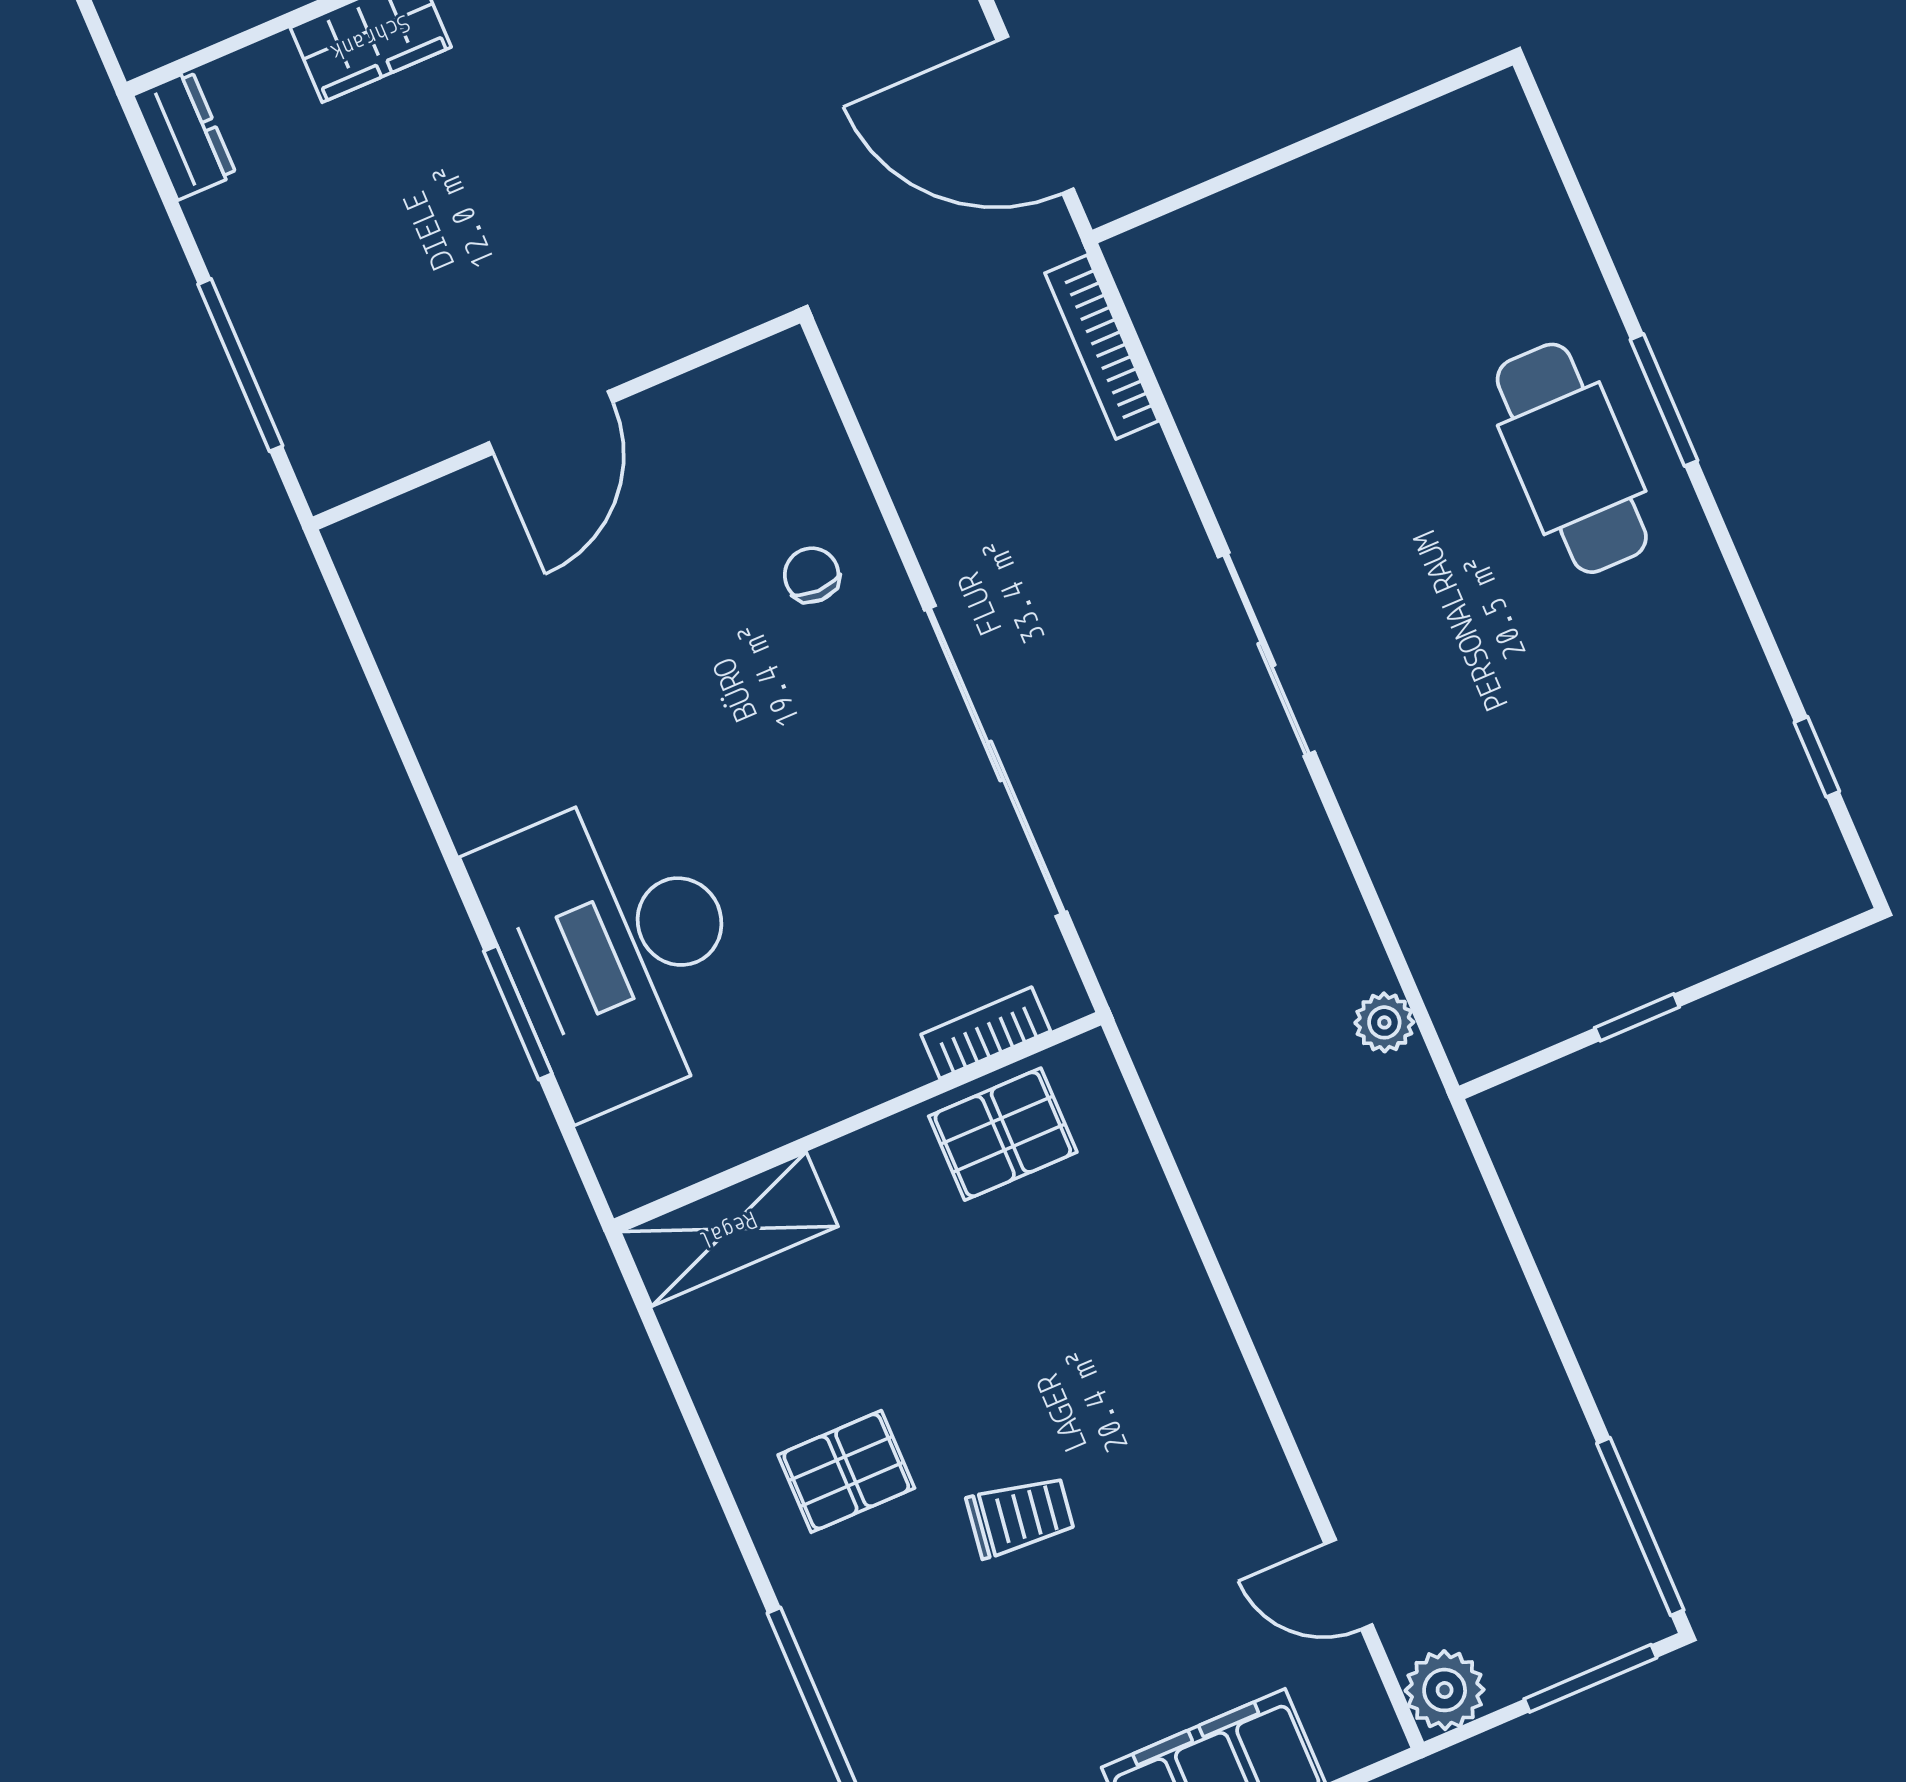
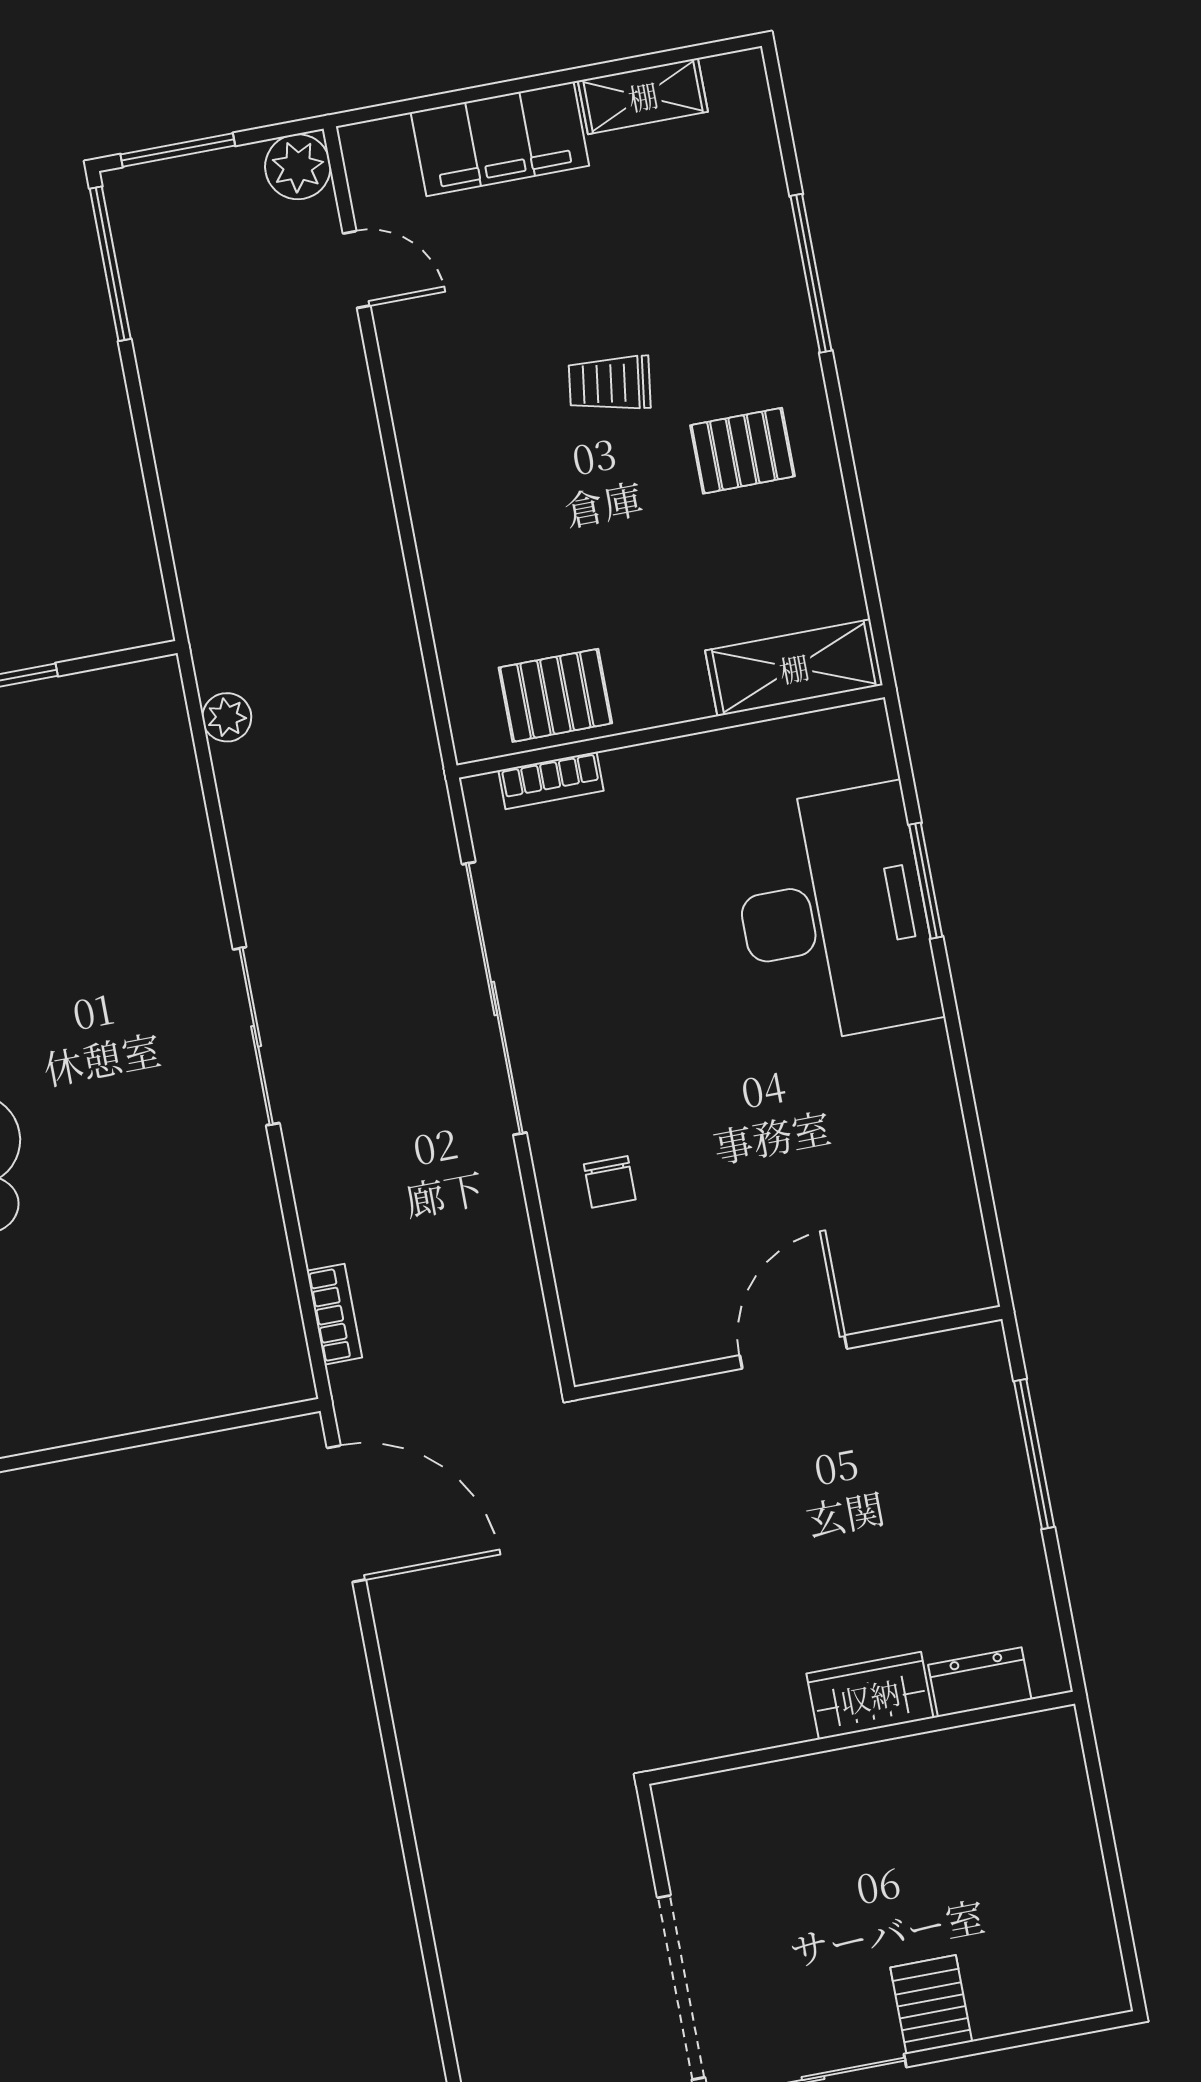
dresser: (185, 135) -> (980, 1682), moved, turned 90
bookcase: (1102, 347) -> (334, 1314), width x0.64

